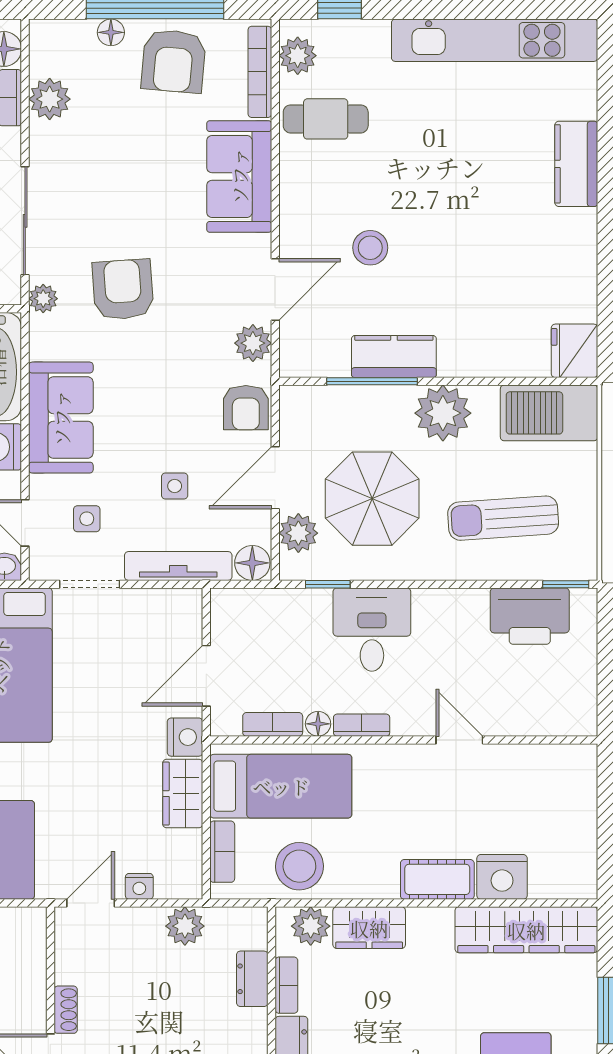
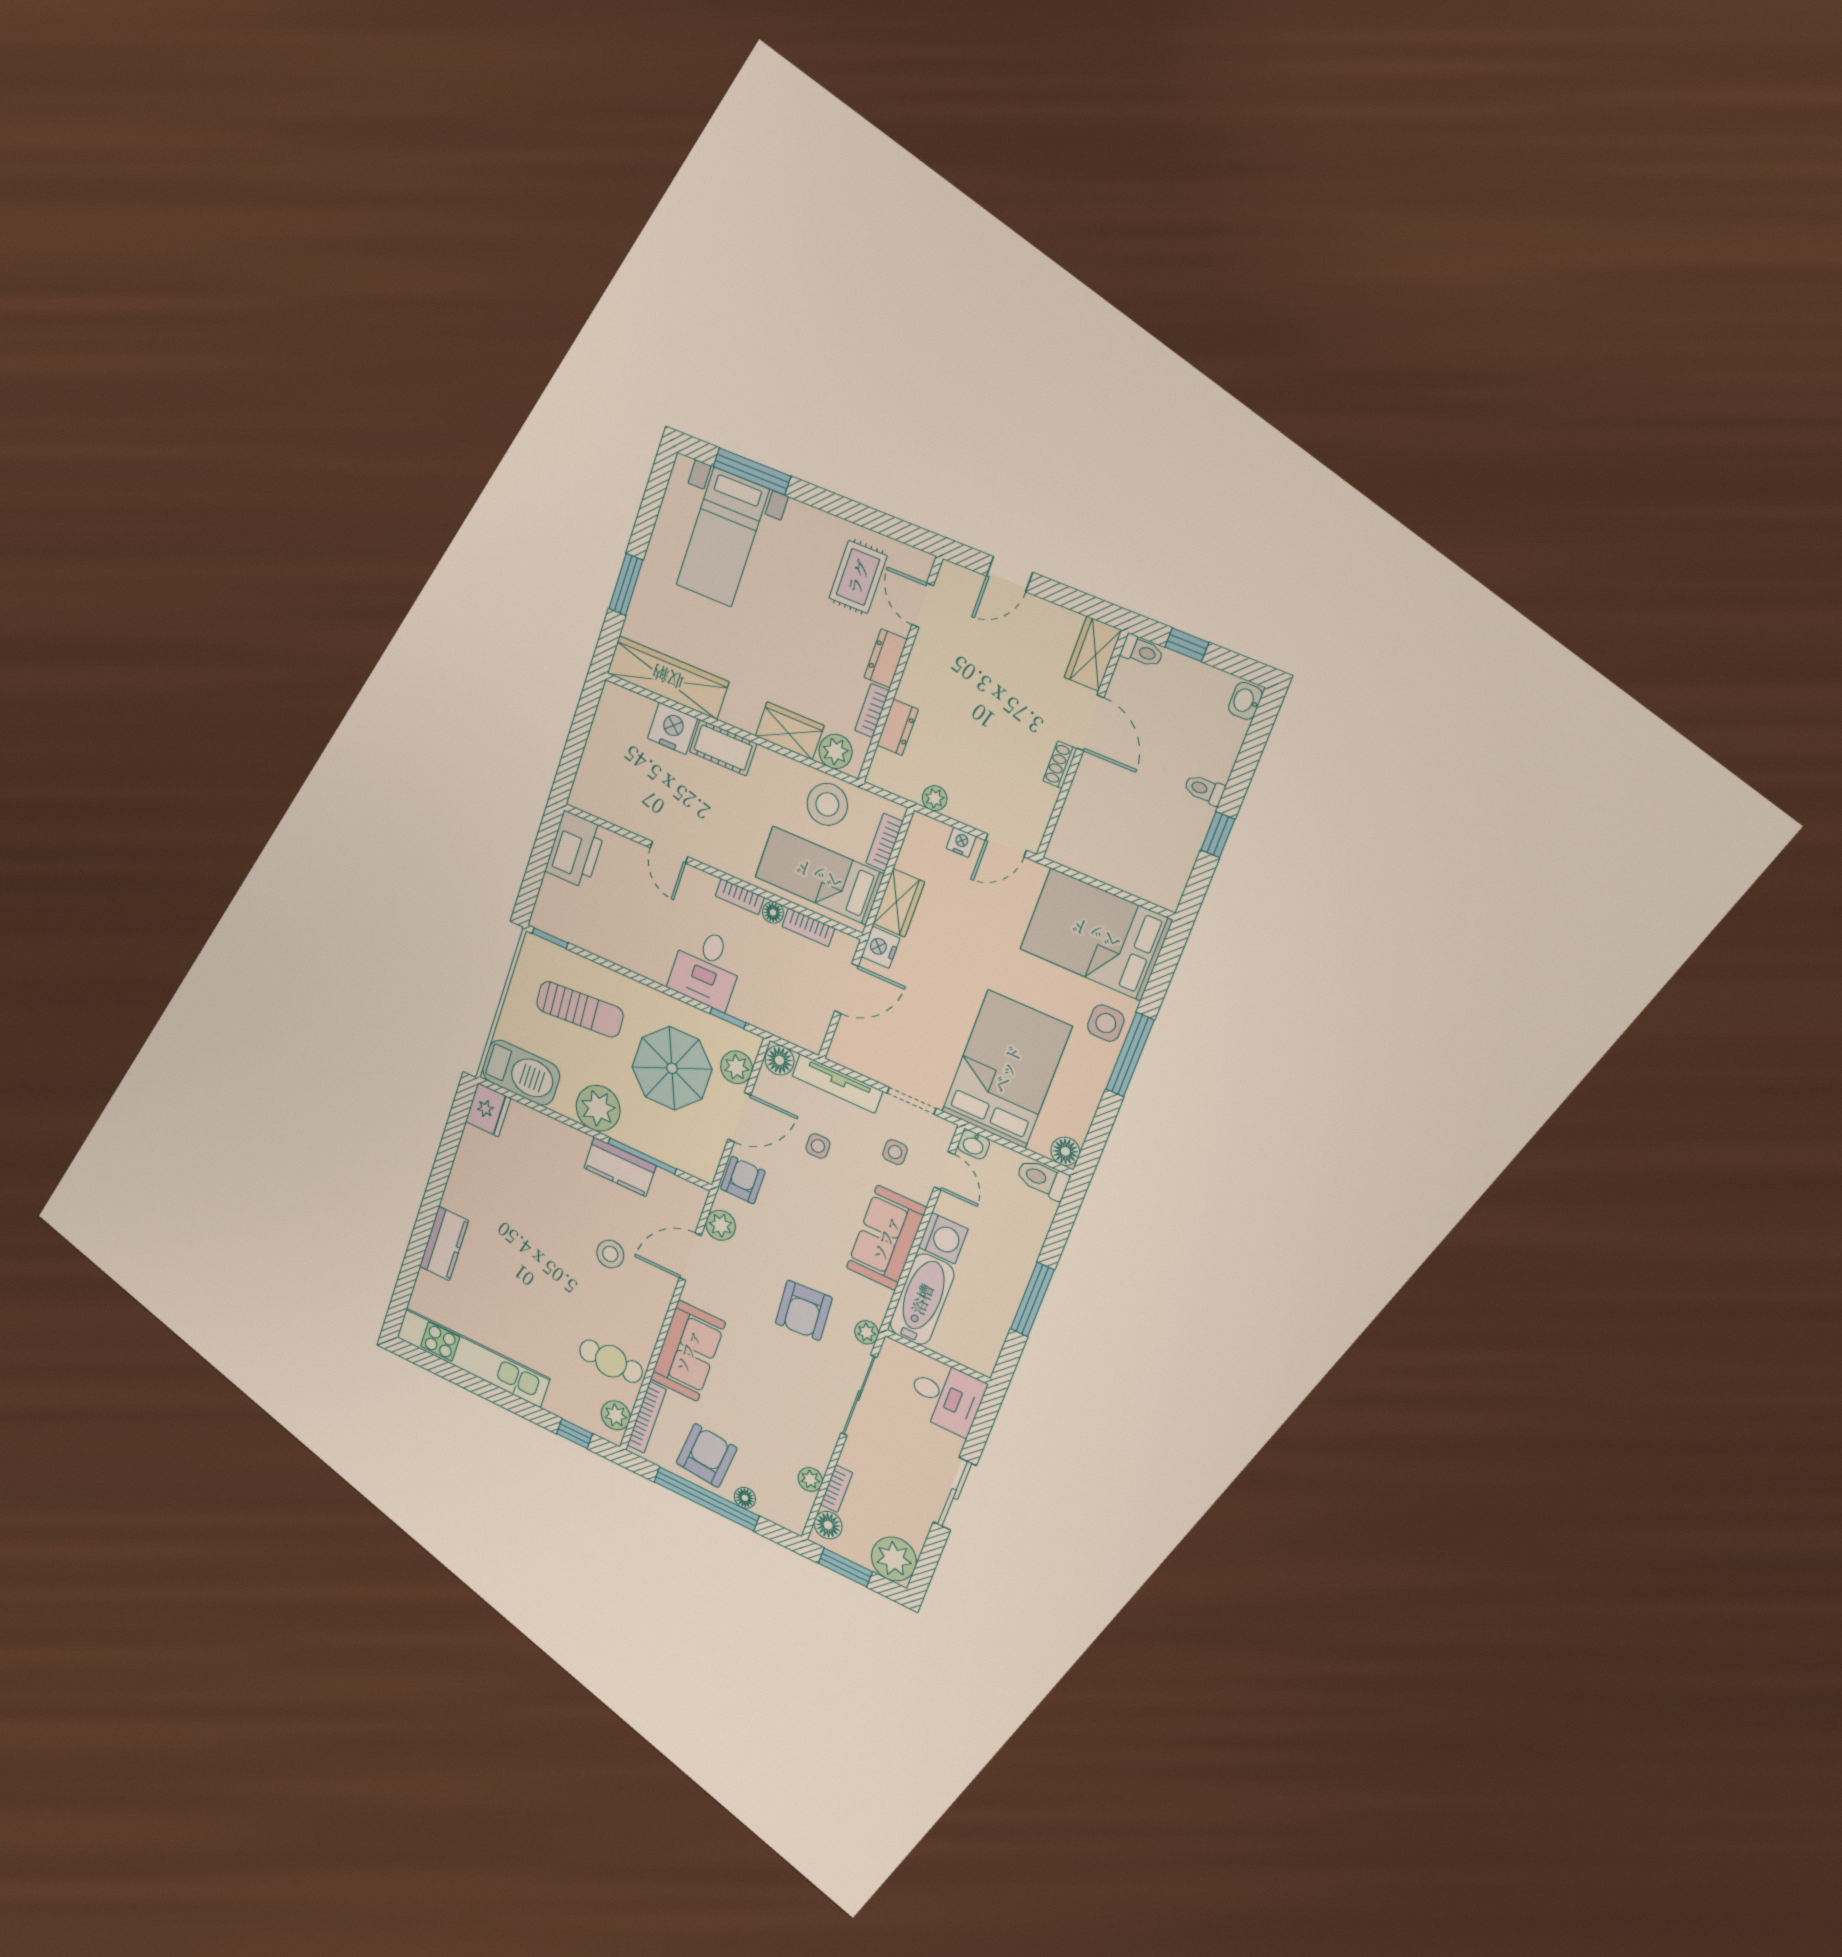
plant: (50, 99) -> (810, 1479), width x0.73, depth x0.73
printer: (530, 616) -> (575, 850), moved, turned 90
plant: (185, 926) -> (935, 798), width x0.73, depth x0.73

